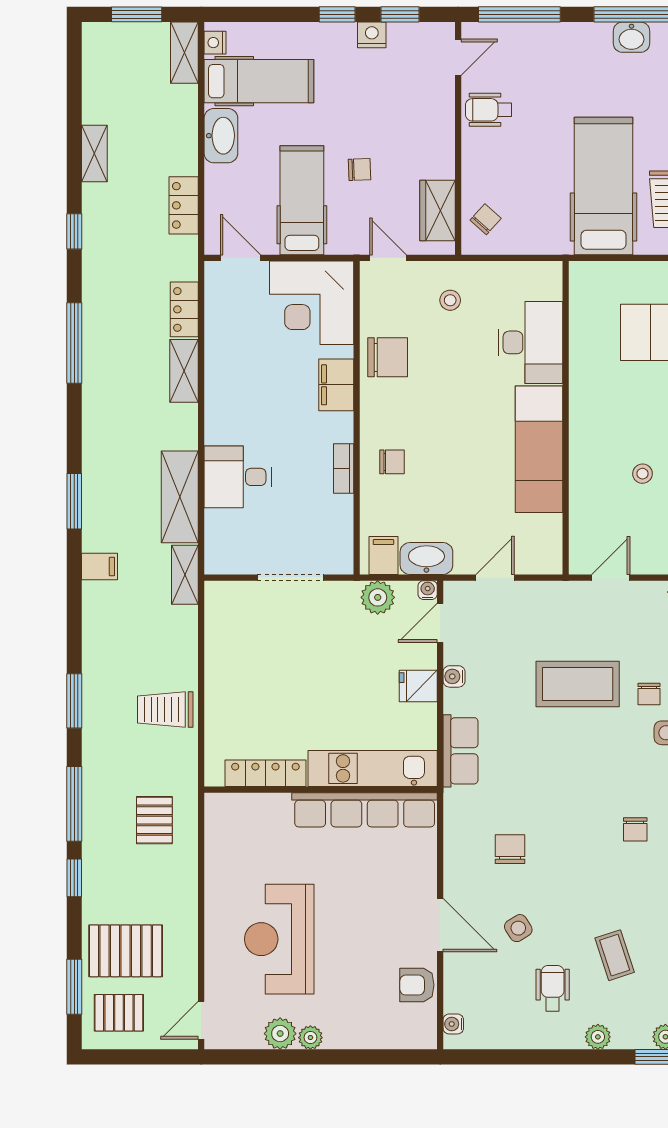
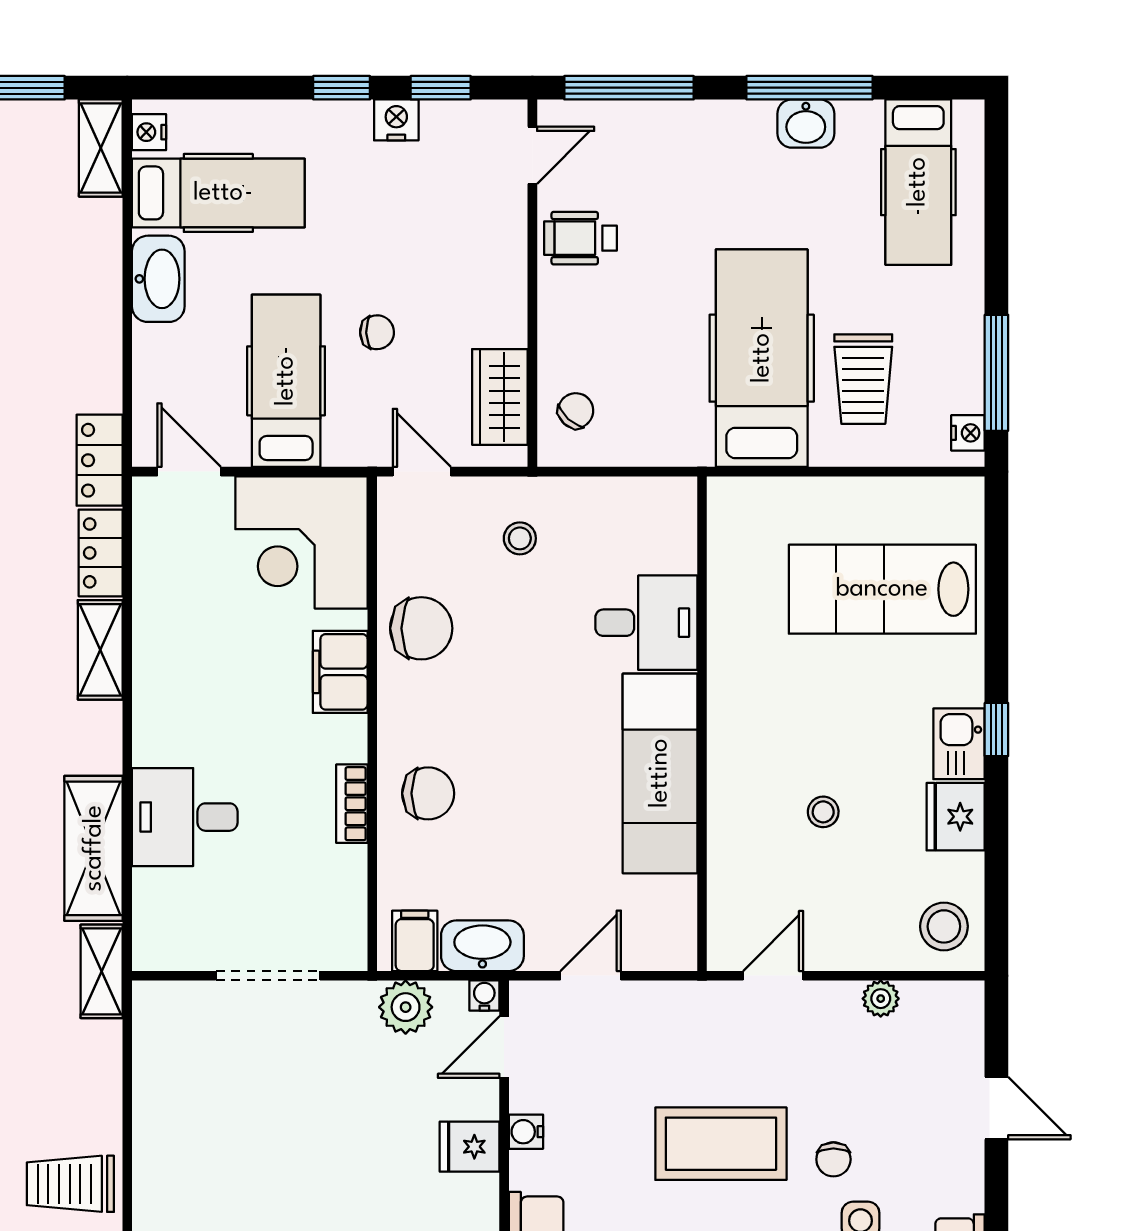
locker: (184, 205) -> (100, 460), moved
desk: (530, 342) -> (646, 623), width x0.73
chair: (392, 462) -> (428, 793), width x1.37, depth x1.37

